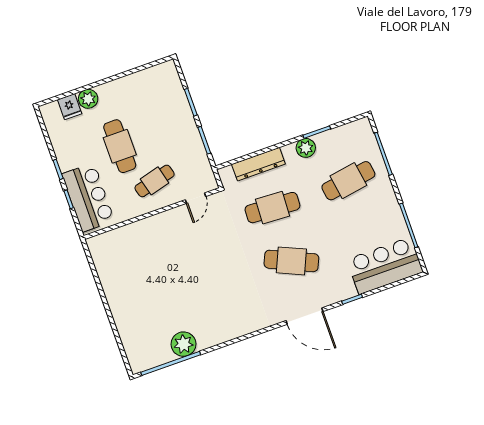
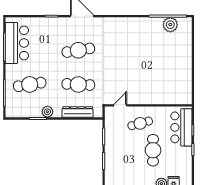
cafe table: (291, 261) -> (78, 50), turned -33
bar counter: (385, 266) -> (17, 43), moved, turned -90
plant: (183, 344) -> (170, 25), moved

